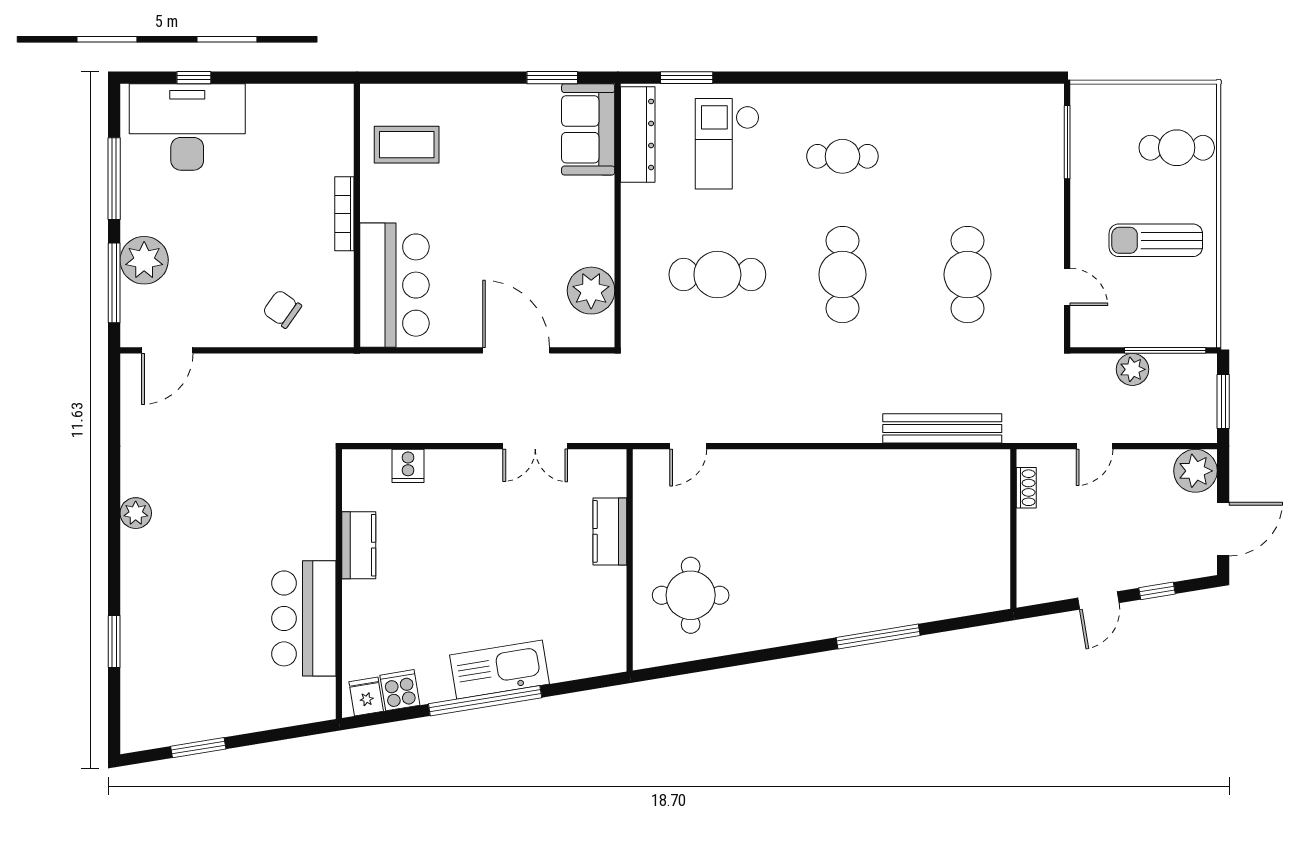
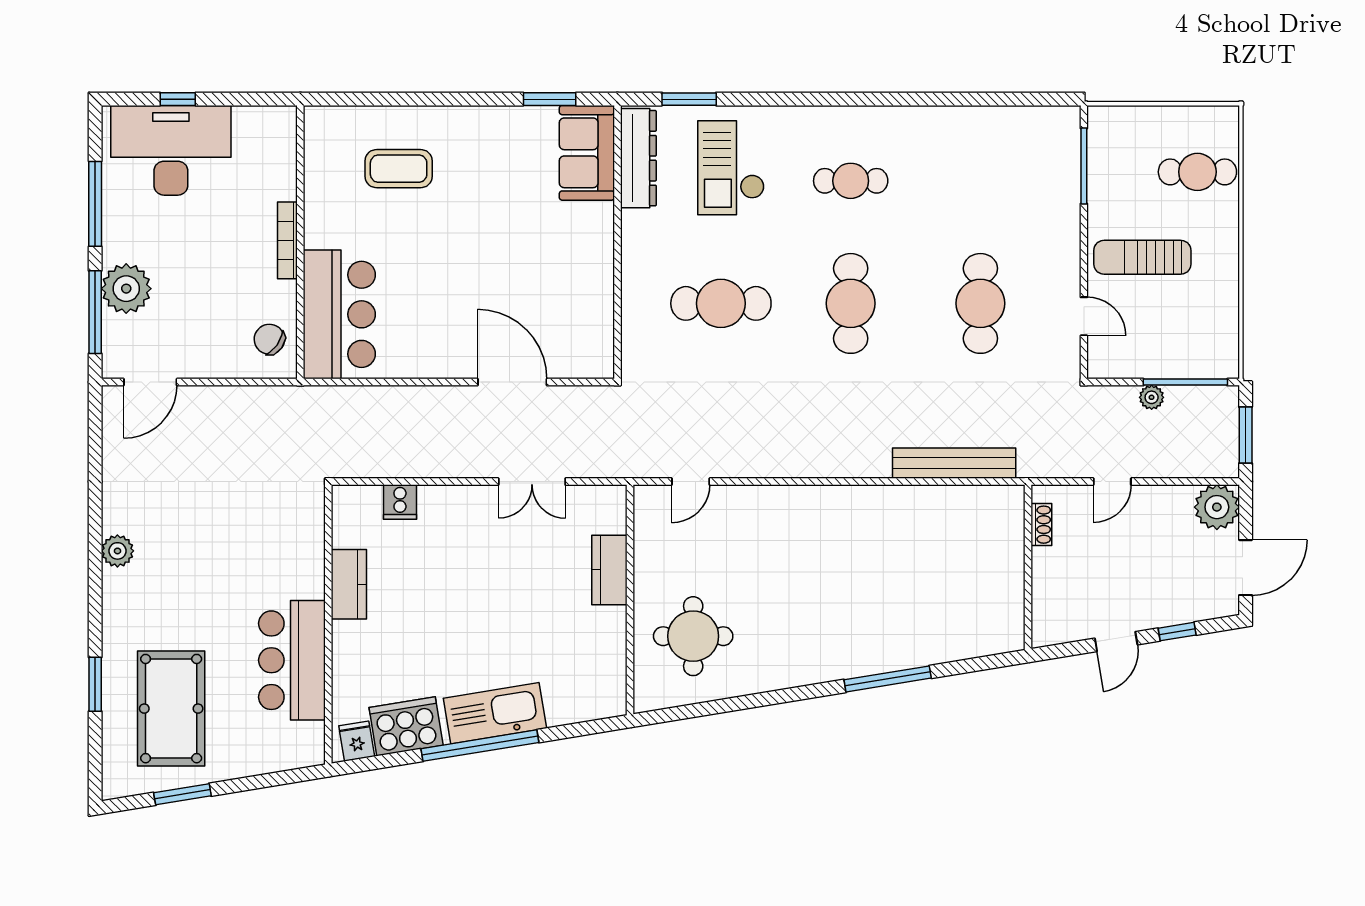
bookcase: (344, 214) -> (287, 240), moved
wall: (357, 215) -> (300, 242), moved
sun lounger: (1156, 240) -> (1142, 257), moved
bar counter: (394, 285) -> (339, 314), moved
plant: (591, 291) -> (590, 320), removed
plant: (1132, 369) -> (1152, 397), width x0.73, depth x0.73
pool table: (187, 665) -> (171, 709), added
cooker: (400, 690) -> (406, 726), width x1.87, depth x1.31

